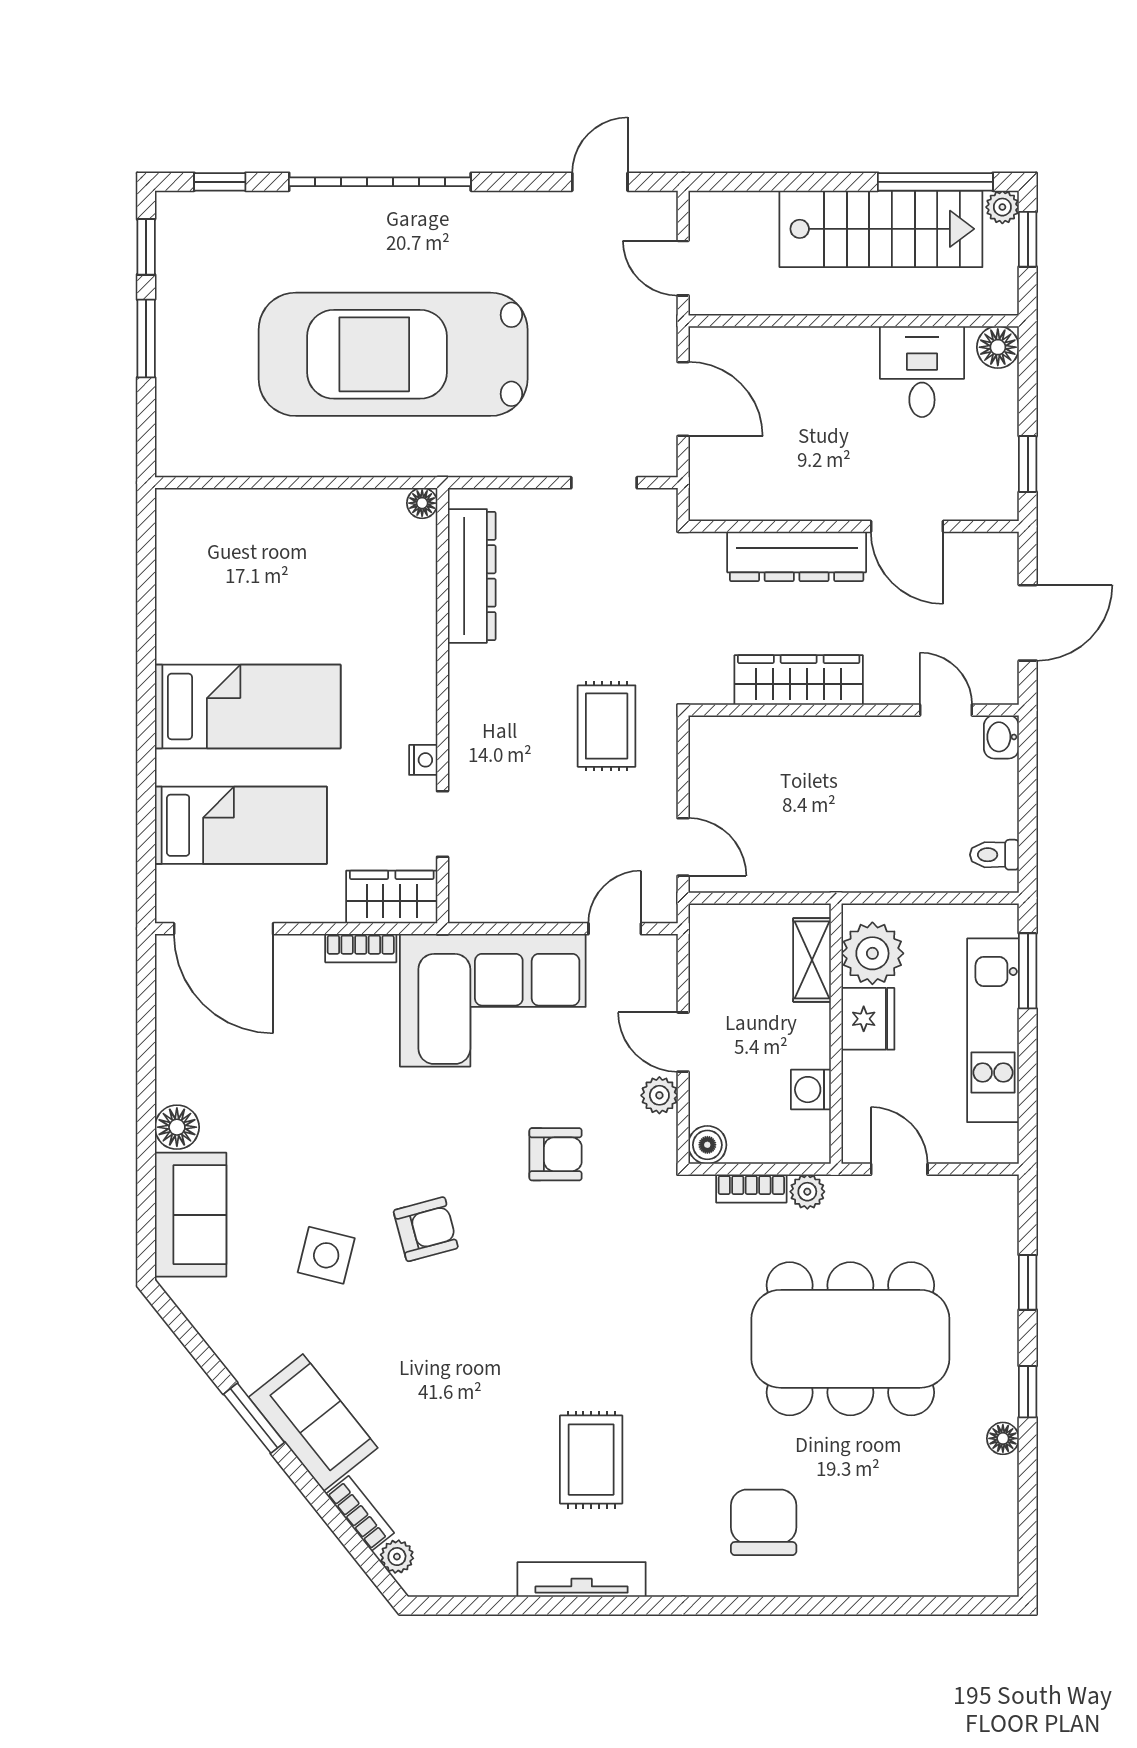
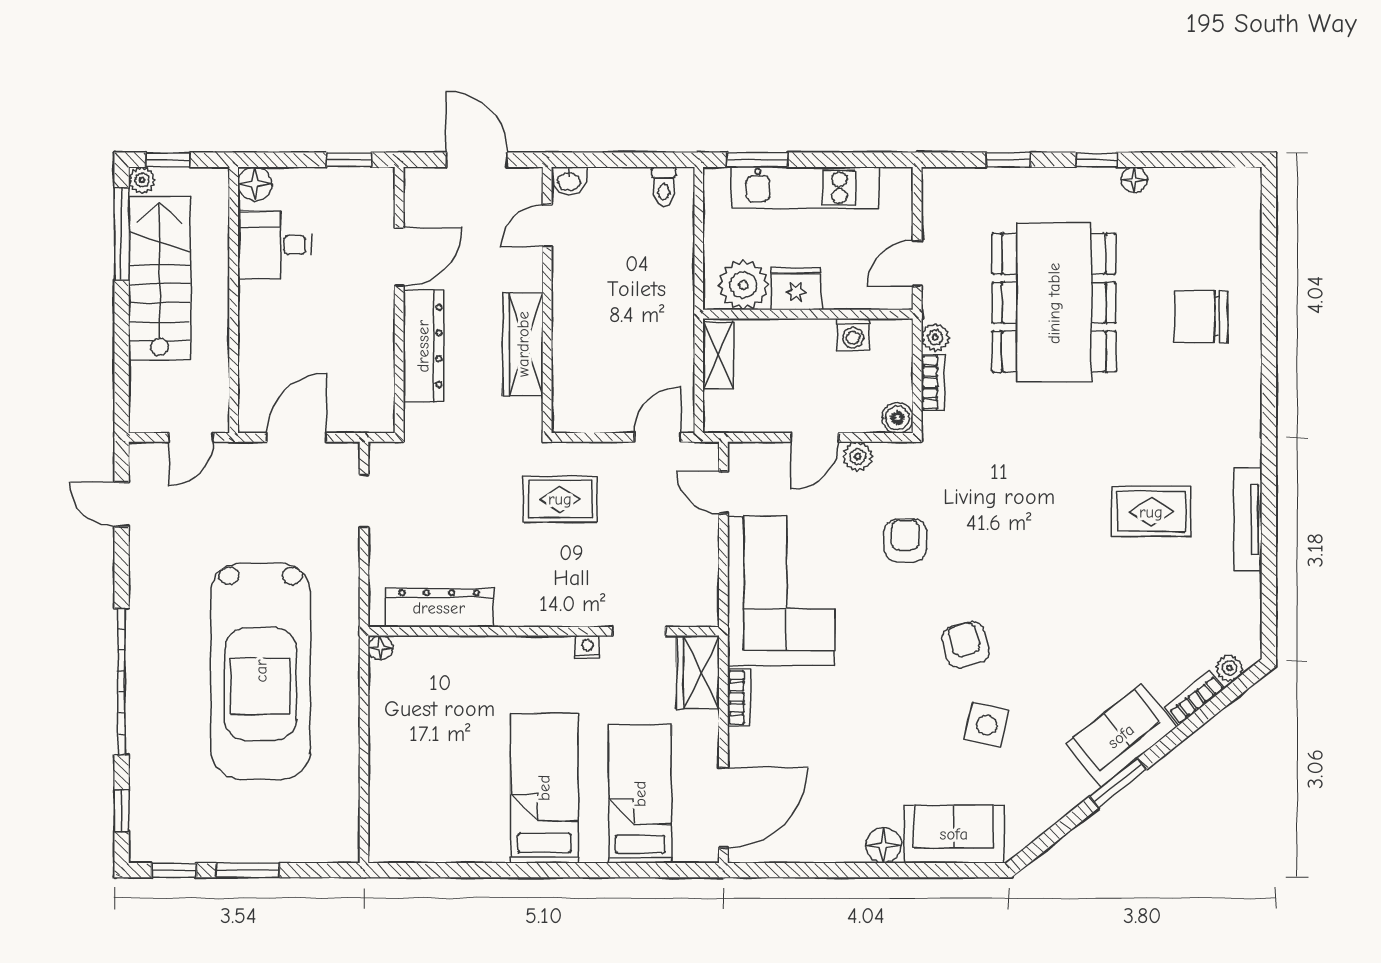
shelving: (812, 960) -> (718, 355), moved, turned 90
chair: (764, 1522) -> (1201, 316), moved

